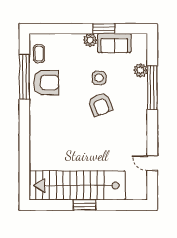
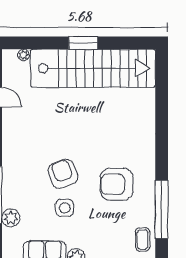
armchair: (46, 82) -> (117, 184), moved
plant: (131, 196) -> (24, 55), added

